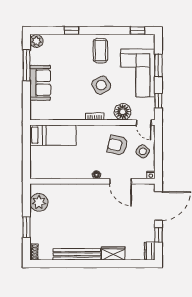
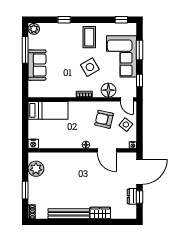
nightstand: (36, 174) -> (33, 144), added
dresser: (150, 251) -> (132, 196), moved

